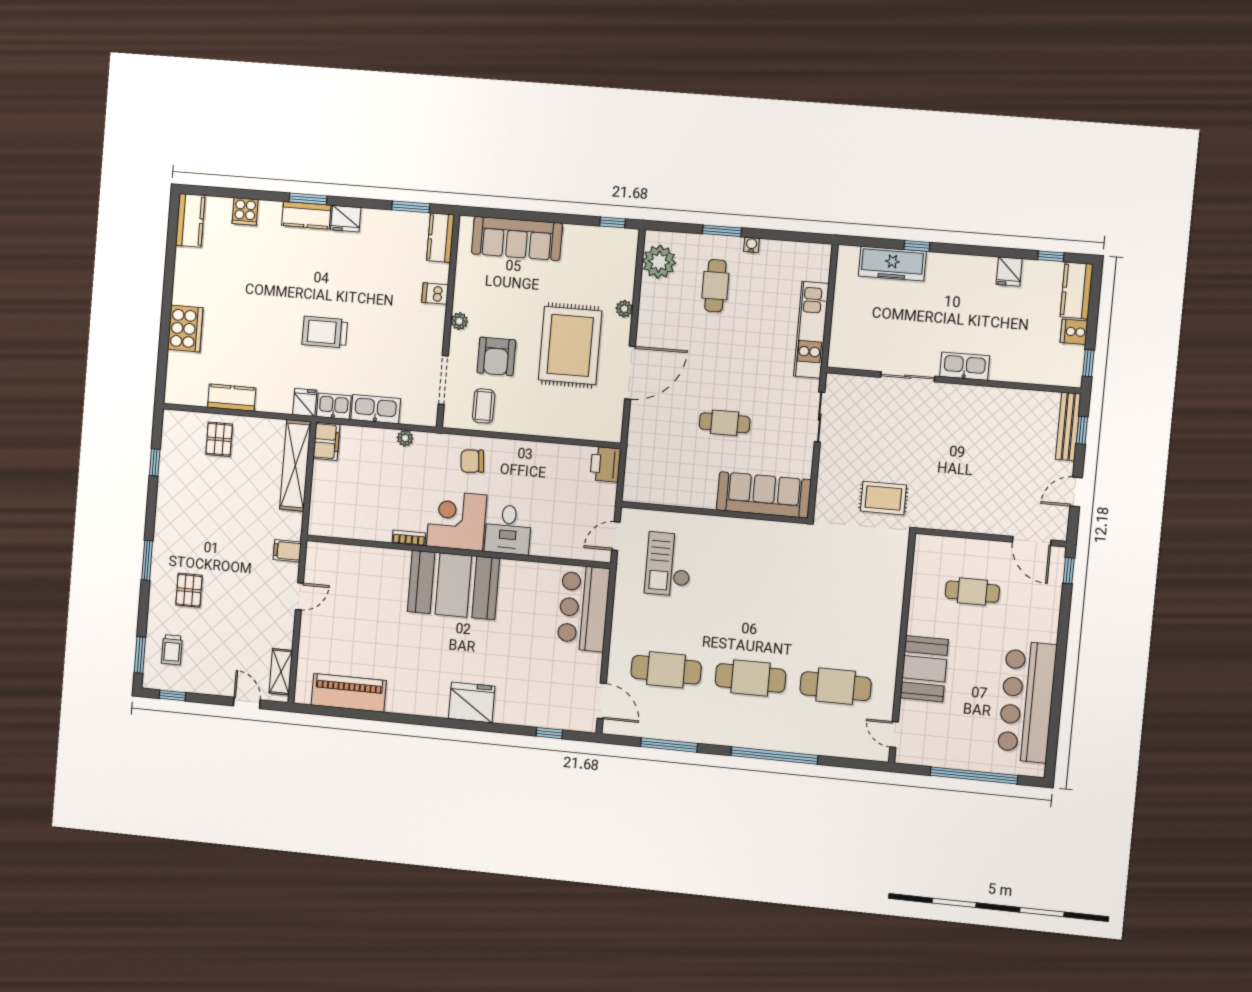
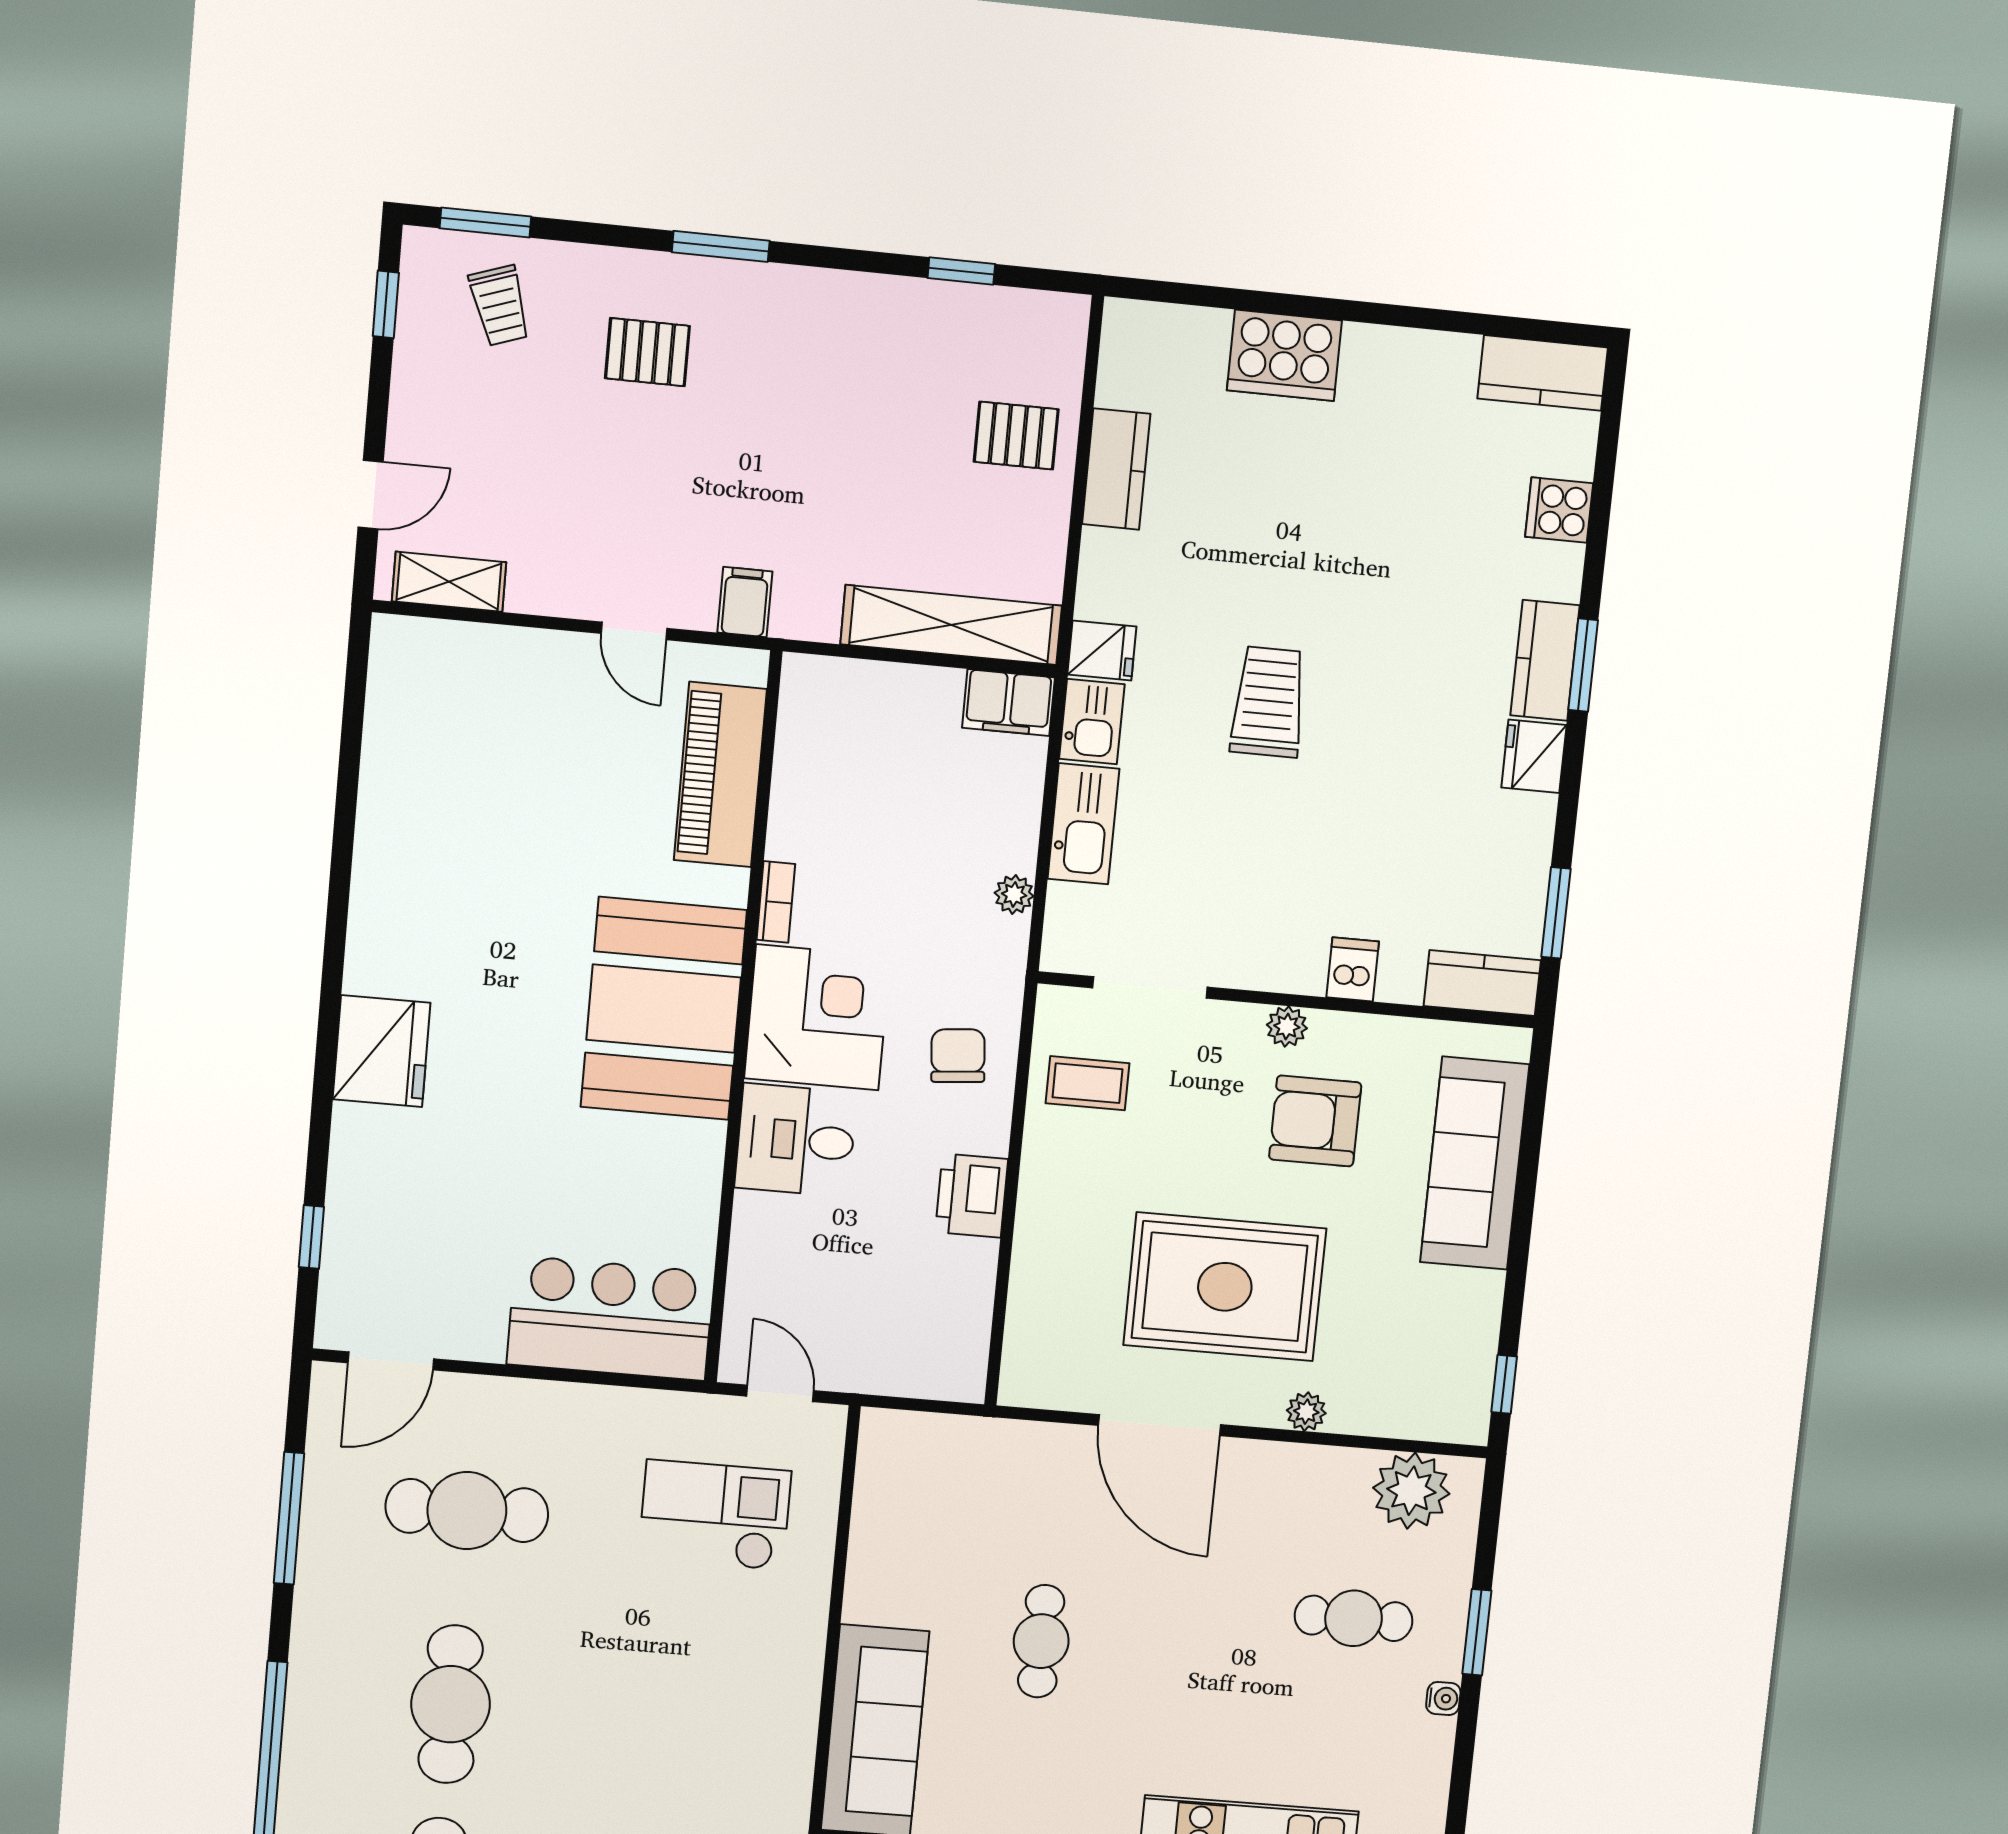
armchair: (496, 356) -> (1315, 1121), moved
printer: (605, 464) -> (972, 1196), moved, turned -90
trolley: (172, 650) -> (500, 306), turned -109
cafe table: (666, 670) -> (467, 1511), turned 90
piano: (349, 693) -> (720, 775), moved, turned 180

